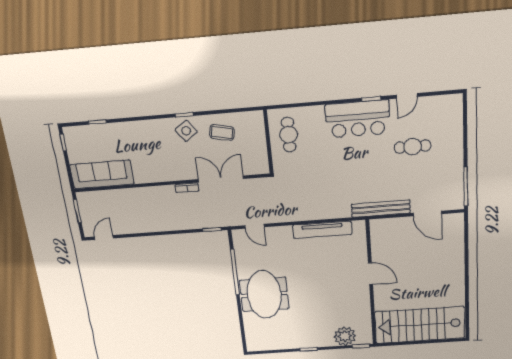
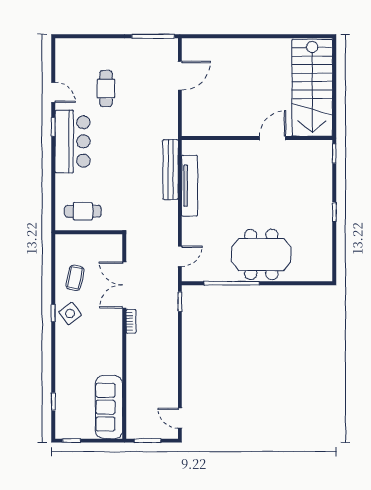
bench: (381, 209) -> (171, 169), moved
door: (370, 274) -> (273, 138), moved
plant: (345, 336) -> (320, 171), removed

